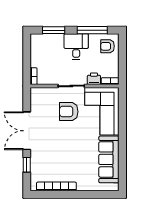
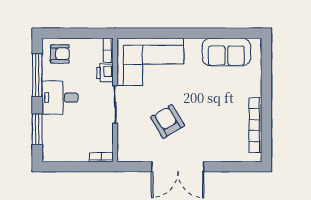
armchair: (108, 46) -> (60, 54), turned -90
armchair: (69, 112) -> (168, 121), moved, turned 149
sofa: (109, 159) -> (226, 52), width x0.73
window: (27, 165) -> (225, 167), removed

